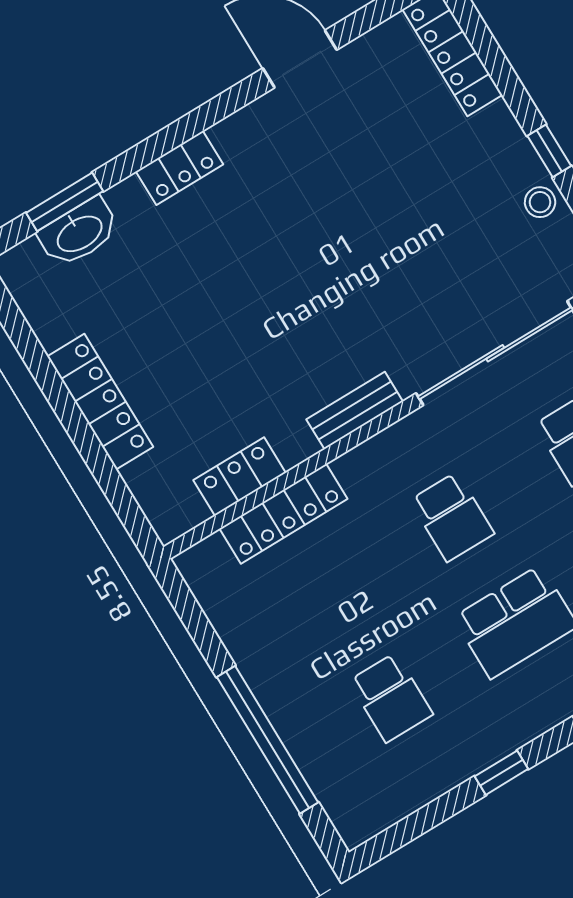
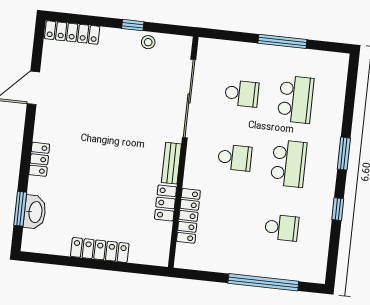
locker: (240, 477) -> (166, 203), moved

